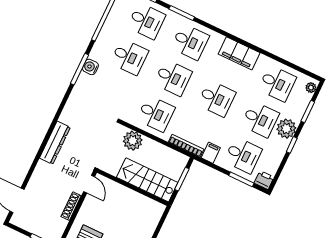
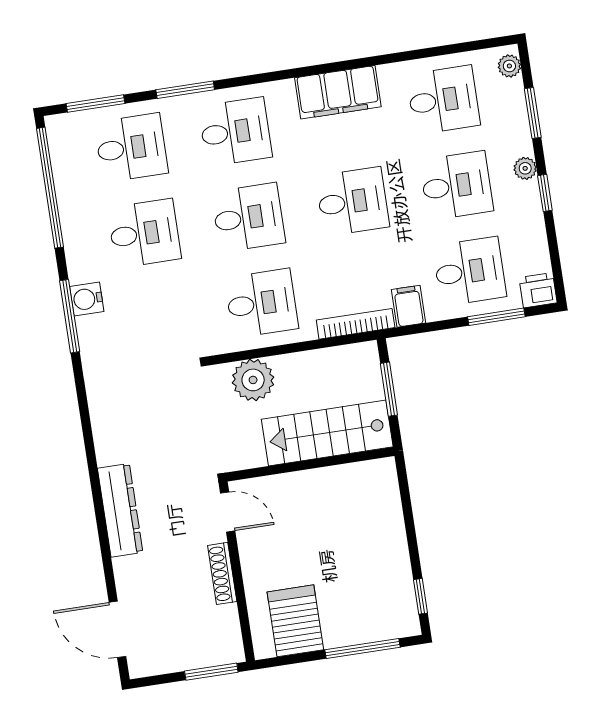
plant: (286, 129) -> (525, 168), width x0.53, depth x0.53
dresser: (55, 143) -> (120, 510), moved

